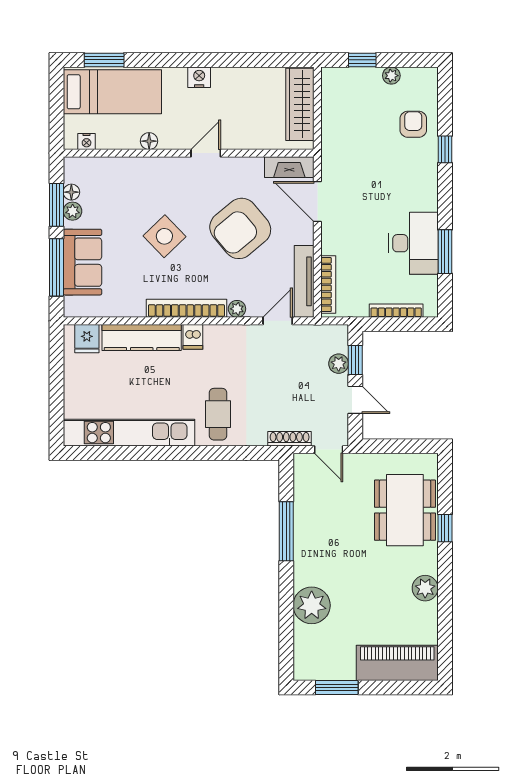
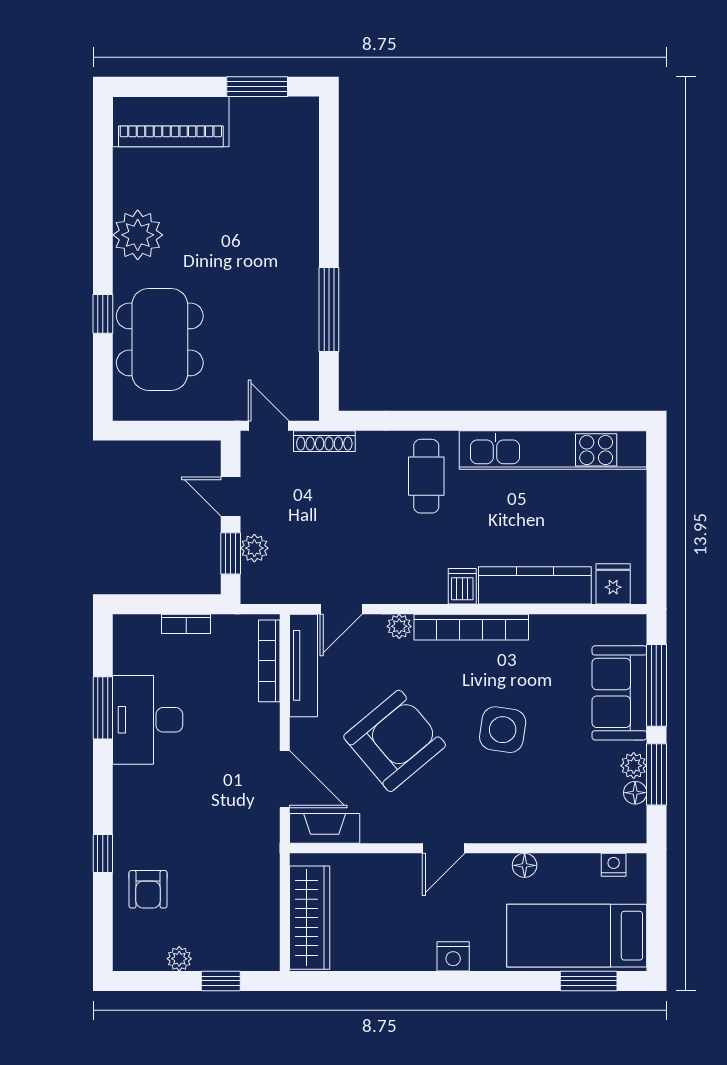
side table: (164, 236) -> (503, 730), turned -37
bookcase: (396, 311) -> (186, 624), width x0.64
plant: (425, 588) -> (138, 235), width x1.36, depth x1.36
plant: (312, 605) -> (293, 204), removed

